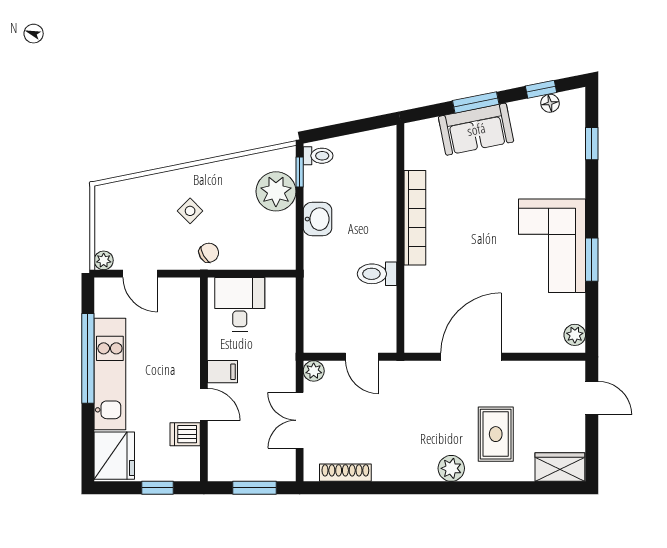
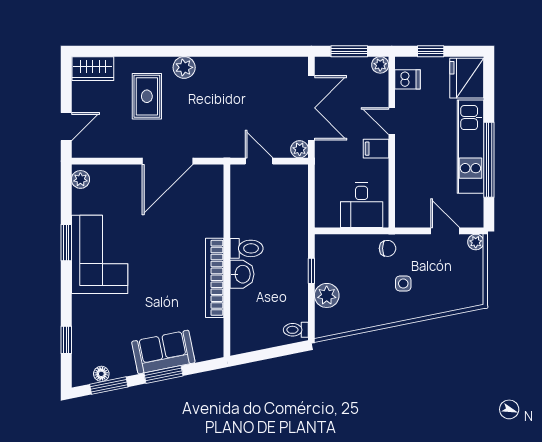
window: (541, 89) -> (109, 386), width x1.50
window: (300, 172) -> (311, 271), moved
plant: (276, 191) -> (327, 295), width x0.73, depth x0.73
side table: (190, 211) -> (403, 284), turned 45
washbasin: (318, 219) -> (242, 274), moved, turned 180
chair: (209, 253) -> (388, 248), turned -149
toilet: (377, 274) -> (246, 248), moved
door: (592, 398) -> (66, 127), swing flipped
double door: (300, 420) -> (311, 108), width x1.37
dishwasher: (185, 434) -> (407, 79), moved
plant: (218, 471) -> (380, 65), added
shoe rack: (345, 473) -> (273, 64), removed

